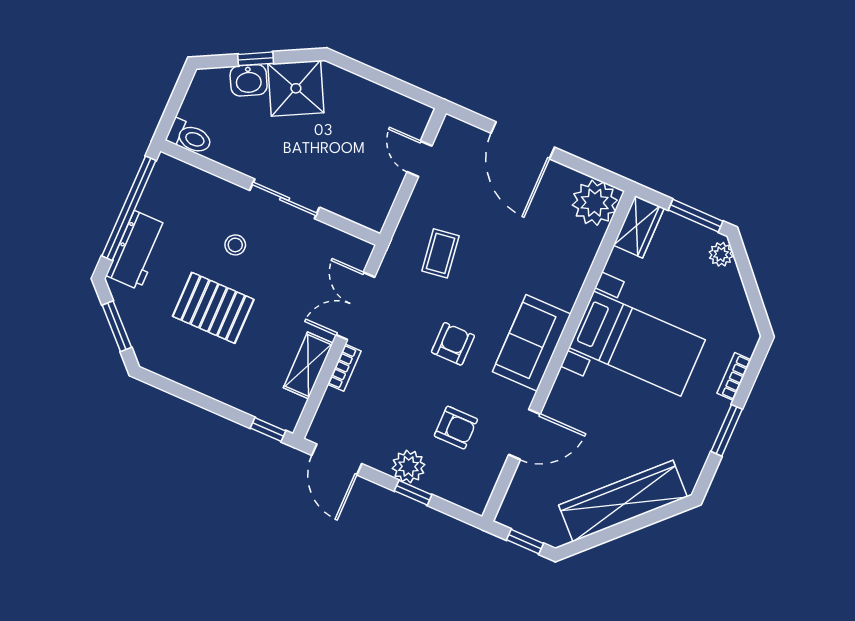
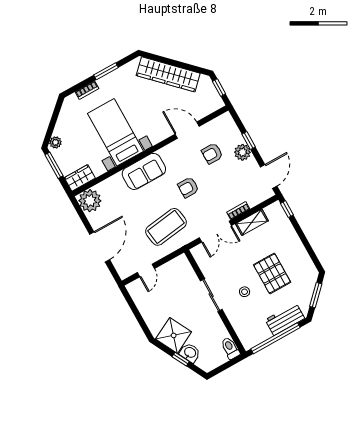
coffee table: (440, 253) -> (166, 227), width x1.86, depth x1.72
sofa: (532, 343) -> (144, 171), moved
armchair: (456, 428) -> (212, 153), turned -90

